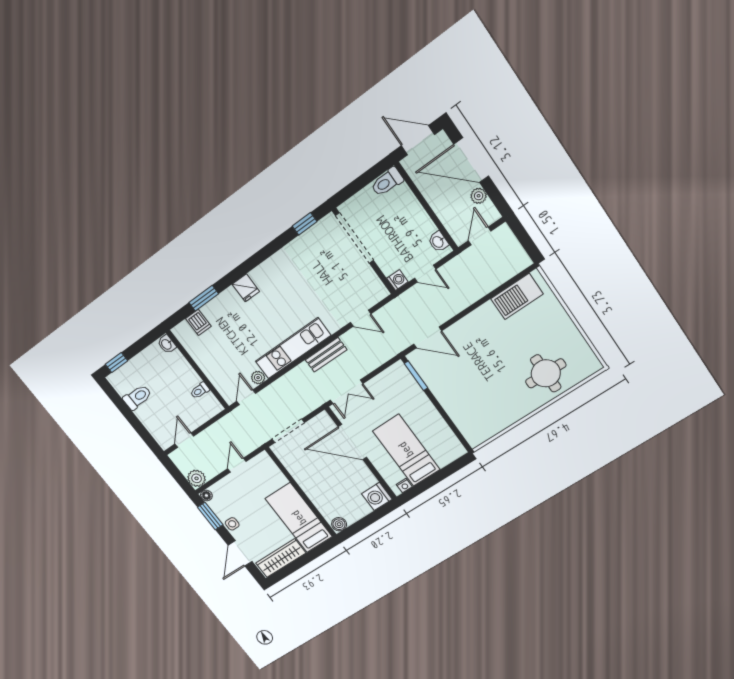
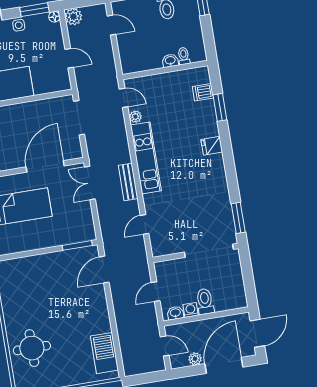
toilet: (387, 182) -> (205, 301), moved
window: (305, 224) -> (238, 218), width x1.50
washing machine: (397, 280) -> (191, 310), moved, turned 180
washbasin: (167, 344) -> (170, 61), moved
toilet: (200, 391) -> (184, 56), moved

